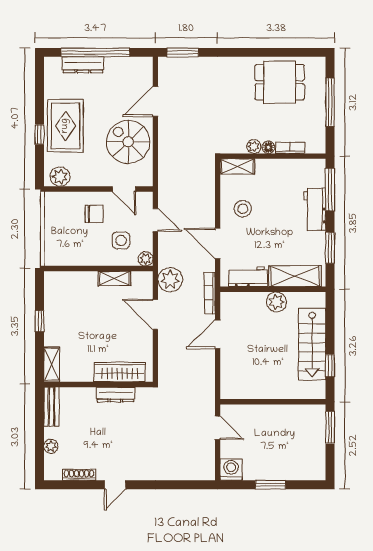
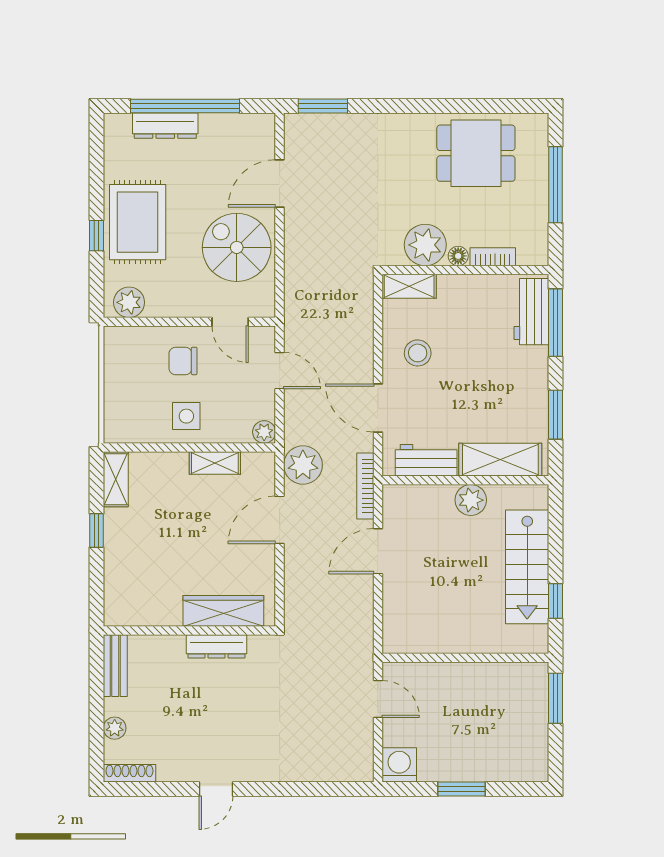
plant: (254, 147) -> (425, 245), width x1.87, depth x1.87
workbench: (315, 209) -> (531, 312), moved
chair: (94, 214) -> (183, 361), turned 180
side table: (121, 240) -> (186, 416), moved
door: (155, 314) -> (280, 520), hinge flipped
shelving: (52, 364) -> (116, 479), moved
shoe rack: (79, 475) -> (129, 773), moved

